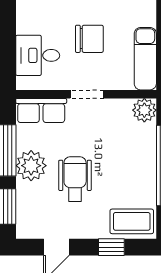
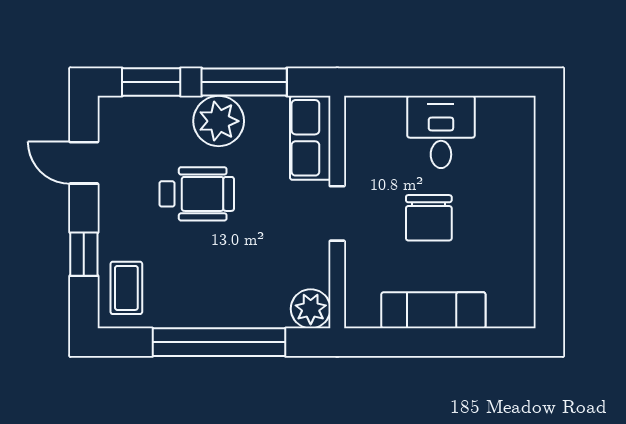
desk: (38, 55) -> (441, 132), moved
exam couch: (145, 59) -> (433, 310), moved
coffee table: (132, 221) -> (126, 288), width x0.73, depth x0.77

